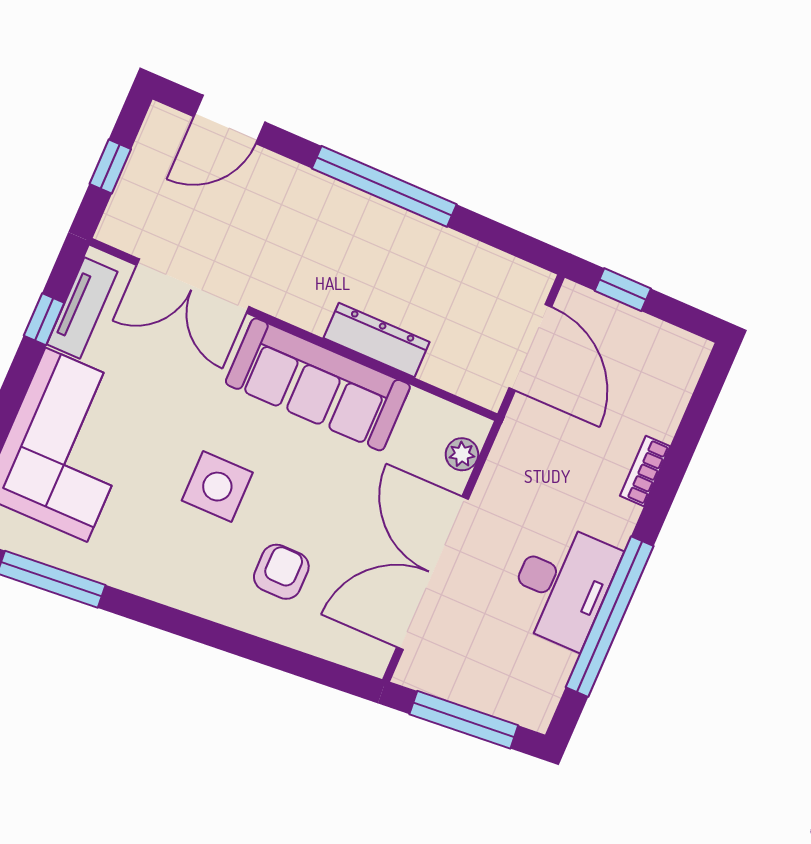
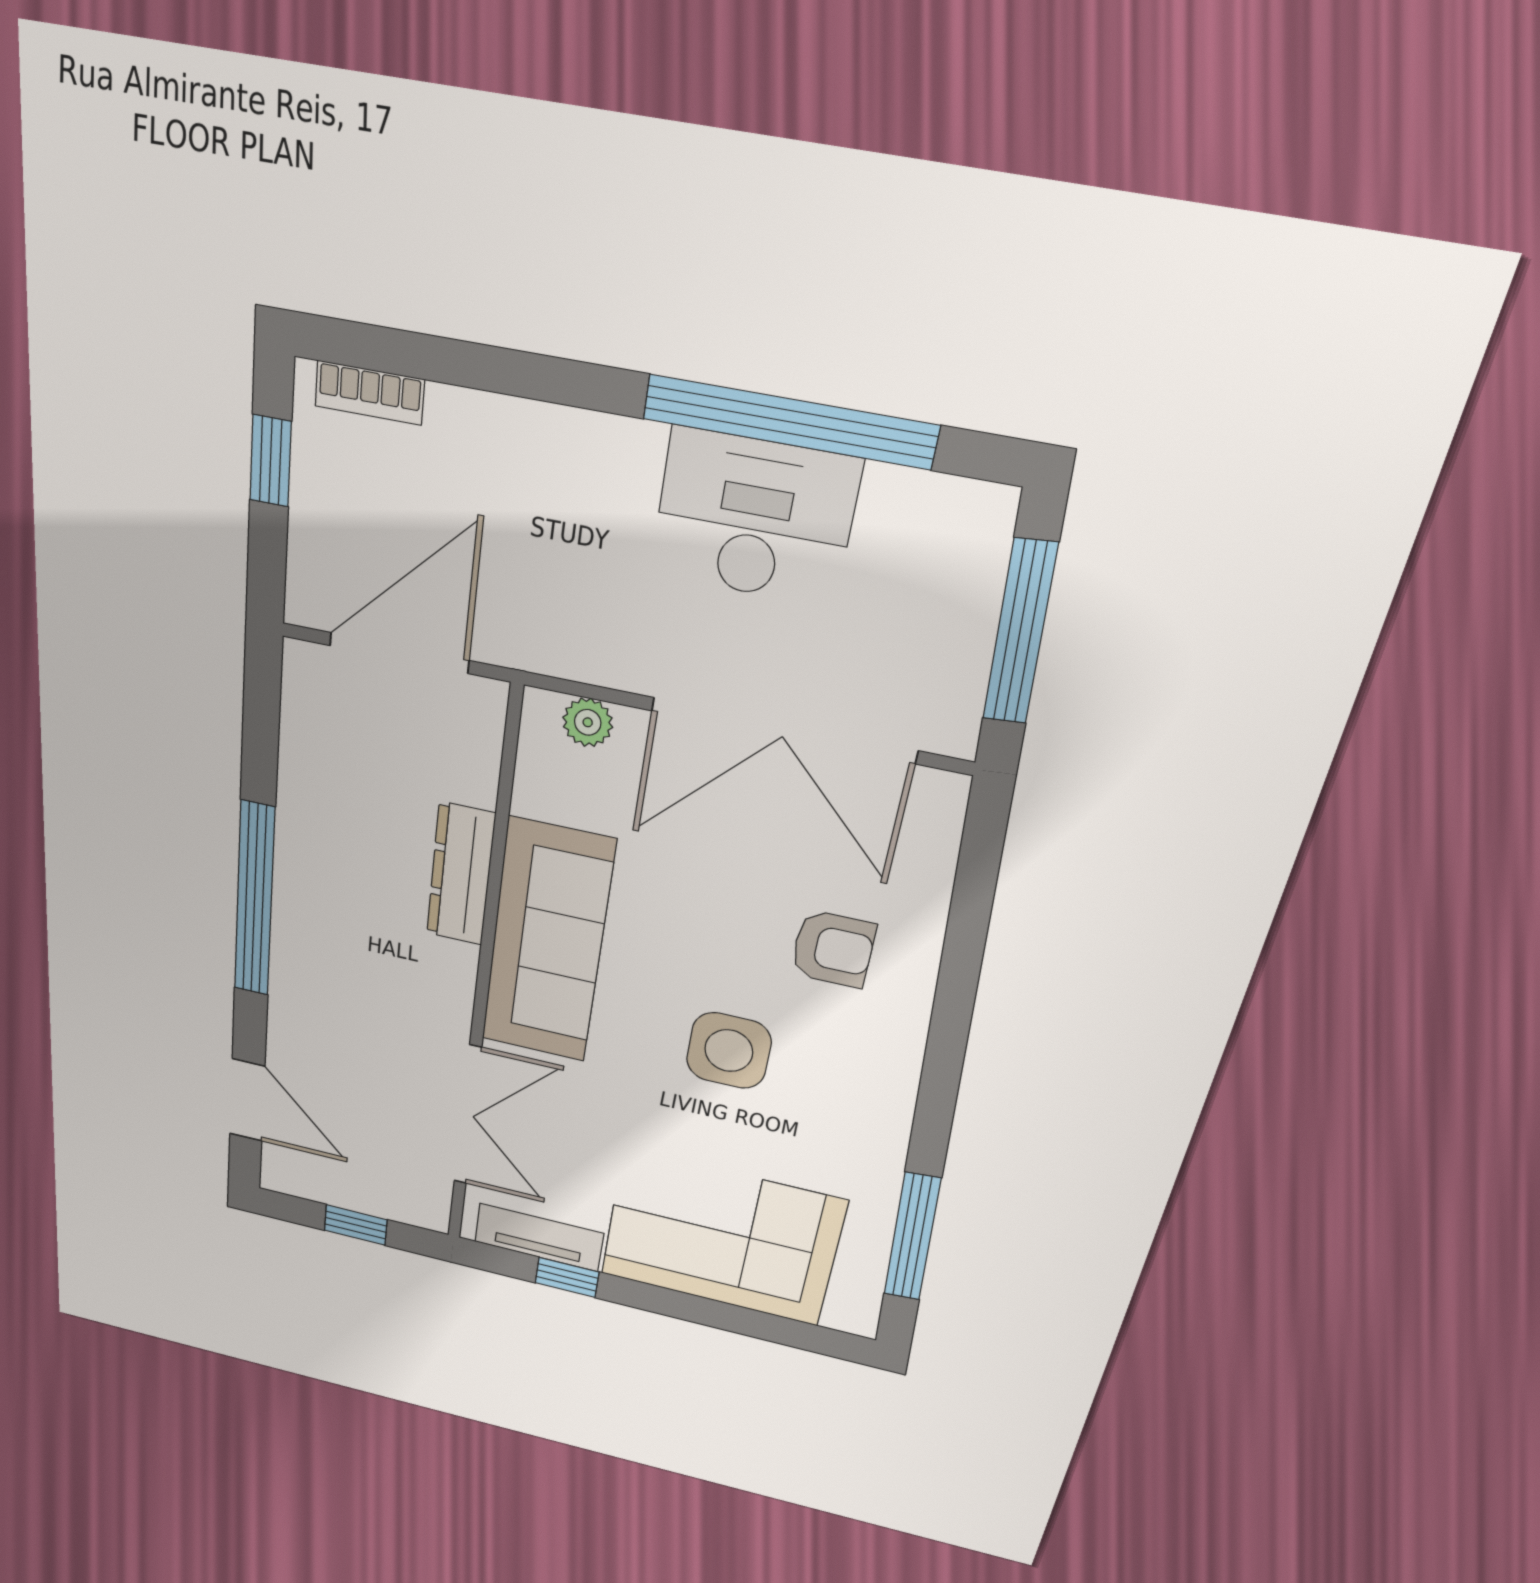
window: (623, 290) -> (271, 461), moved
bookcase: (645, 471) -> (370, 393), moved
armchair: (281, 572) -> (833, 949), turned 180

